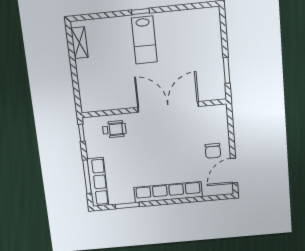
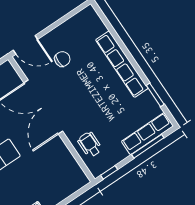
chair: (213, 151) -> (62, 59), moved
door: (234, 171) -> (25, 45), moved

